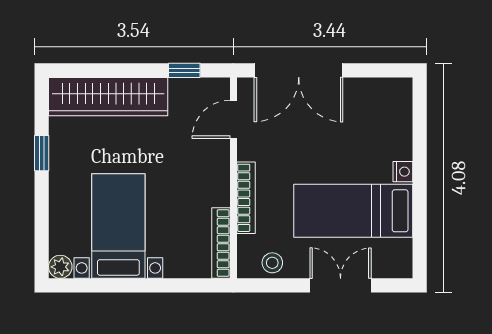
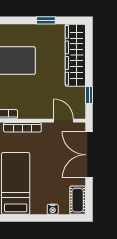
cot: (385, 92) -> (78, 200), added
nightstand: (403, 172) -> (53, 209), moved

